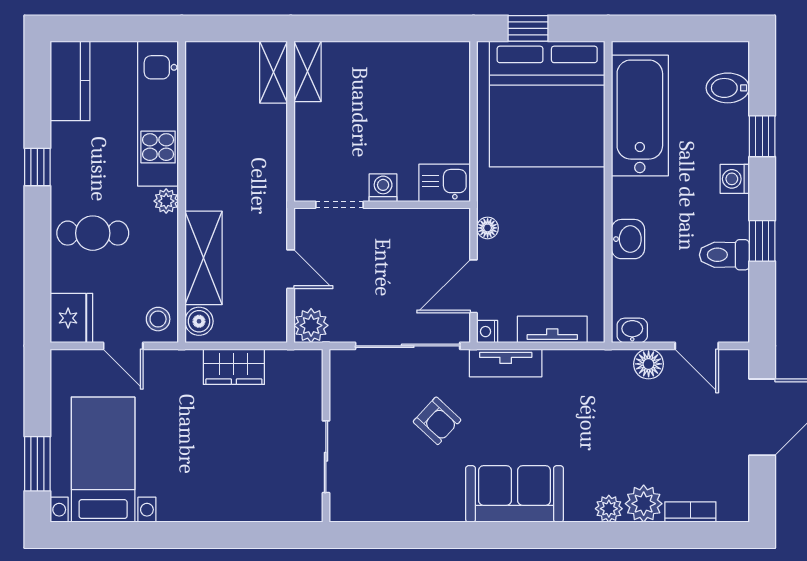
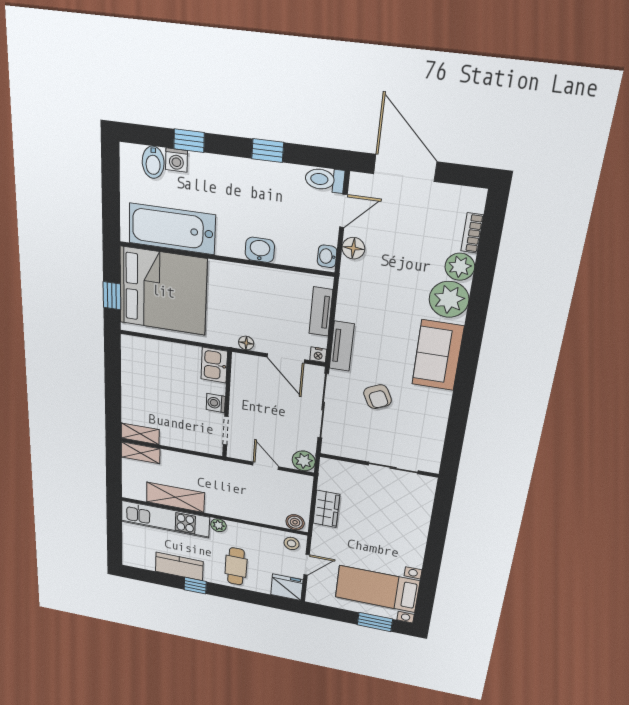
kitchen counter: (70, 81) -> (179, 566), moved
washing machine: (735, 179) -> (176, 160), moved
toilet: (724, 255) -> (325, 180), moved, turned 90
shelving: (204, 258) -> (175, 497), moved
door: (291, 269) -> (266, 466), hinge flipped
armchair: (437, 421) -> (378, 397), turned 111
plant: (609, 509) -> (449, 299), width x1.87, depth x1.87

